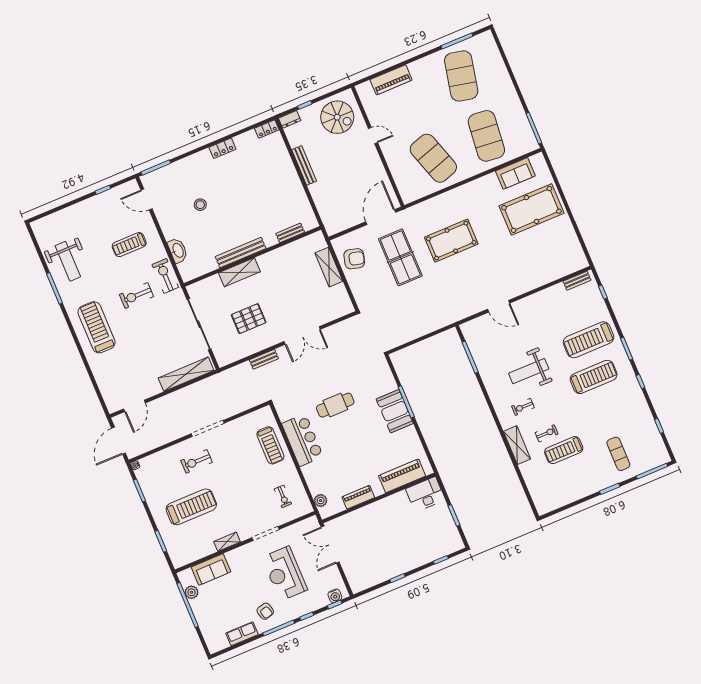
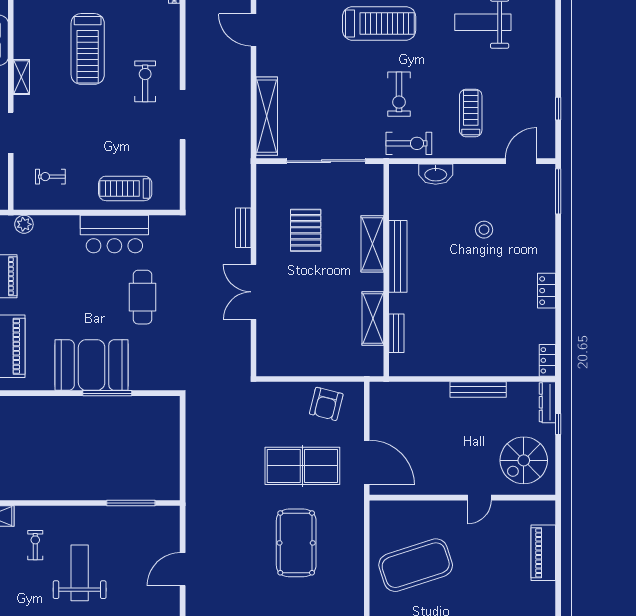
dresser: (290, 119) -> (547, 402), width x1.44
shelving: (329, 267) -> (373, 319), moved, turned 90
exercise bike: (136, 296) -> (399, 94), turned 180
booth: (395, 411) -> (92, 365), width x1.36, depth x1.42

